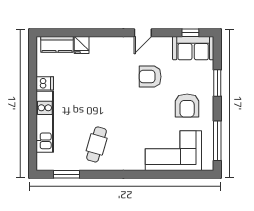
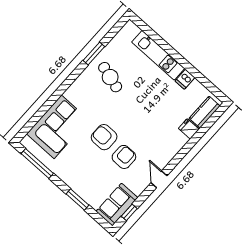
armchair: (187, 106) -> (104, 137), moved
window: (66, 174) -> (94, 54), moved

